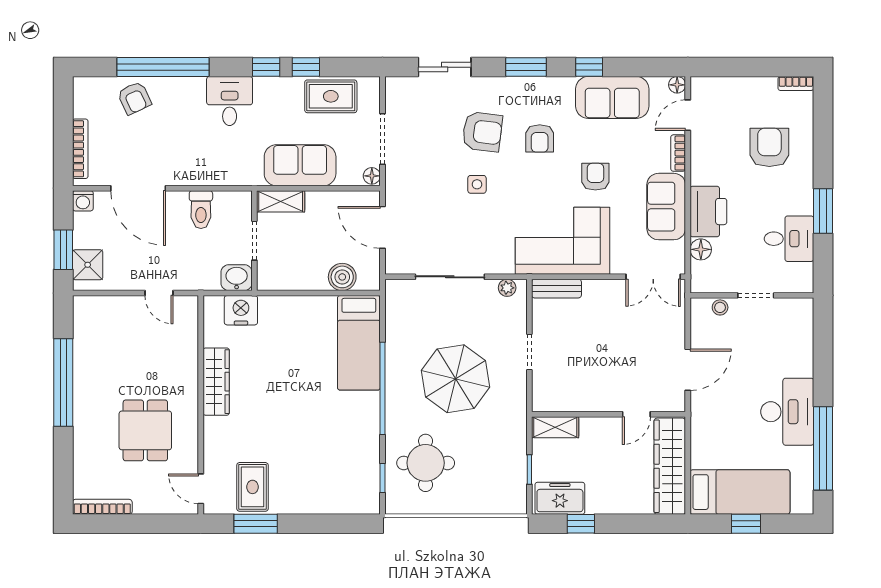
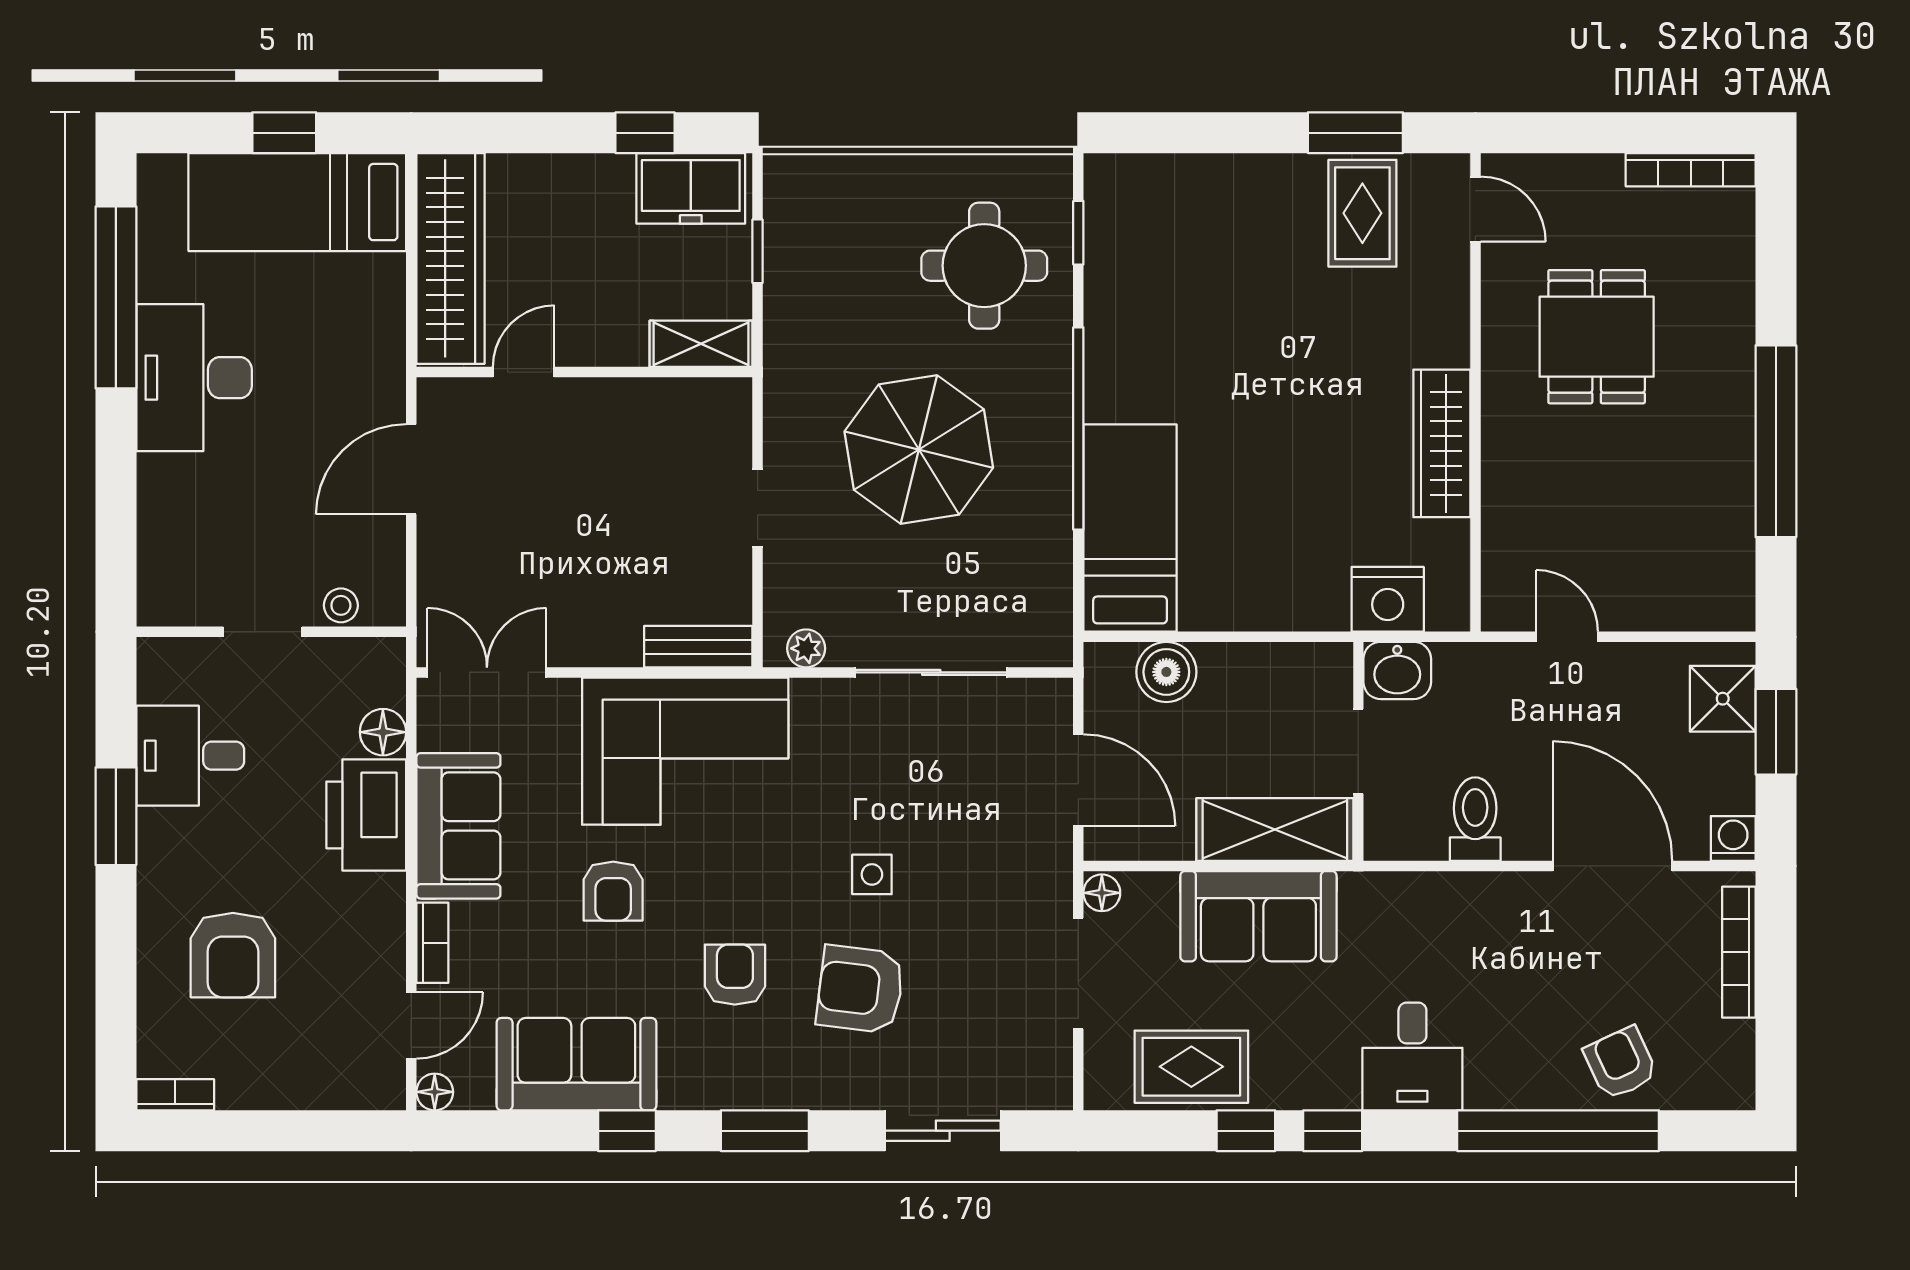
shelving: (281, 201) -> (1275, 829), width x1.50, depth x1.33

